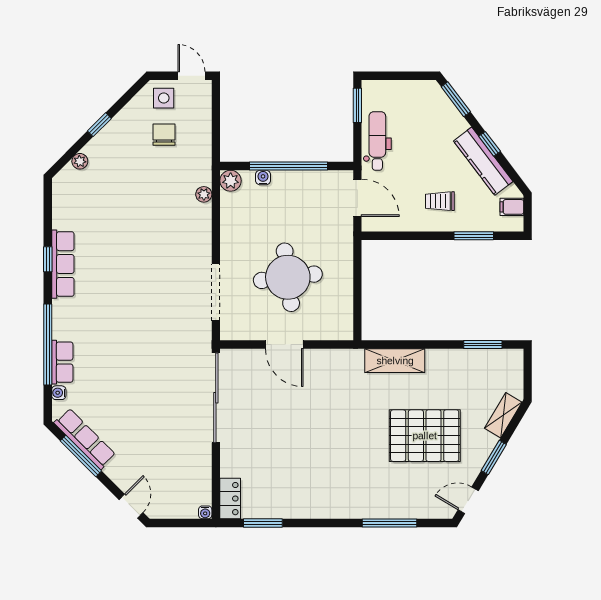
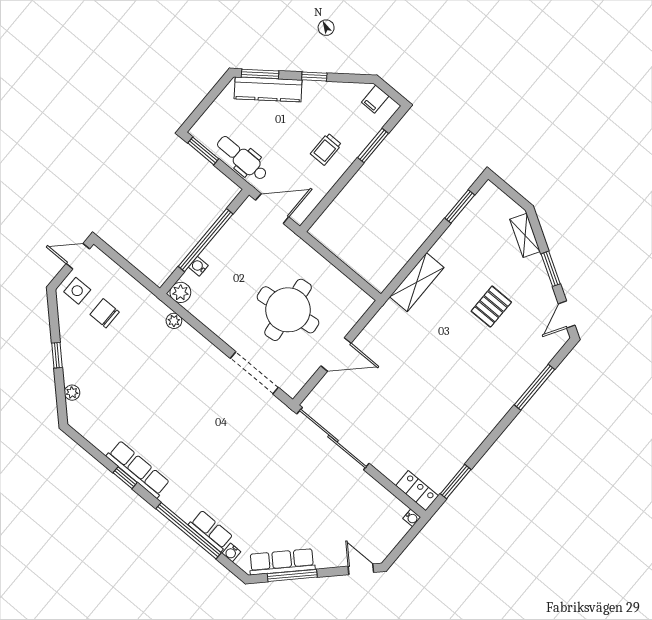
kitchen counter: (483, 161) -> (268, 89), moved
pallet: (425, 436) -> (491, 307), width x0.49, depth x0.50

